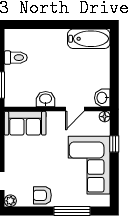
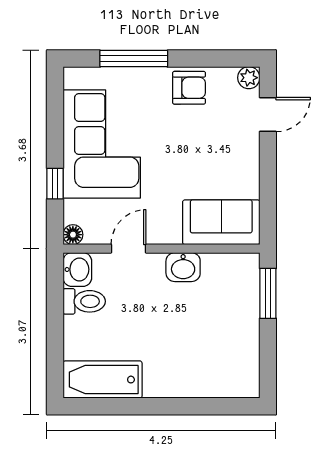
toilet: (16, 58) -> (84, 301), moved, turned 180

